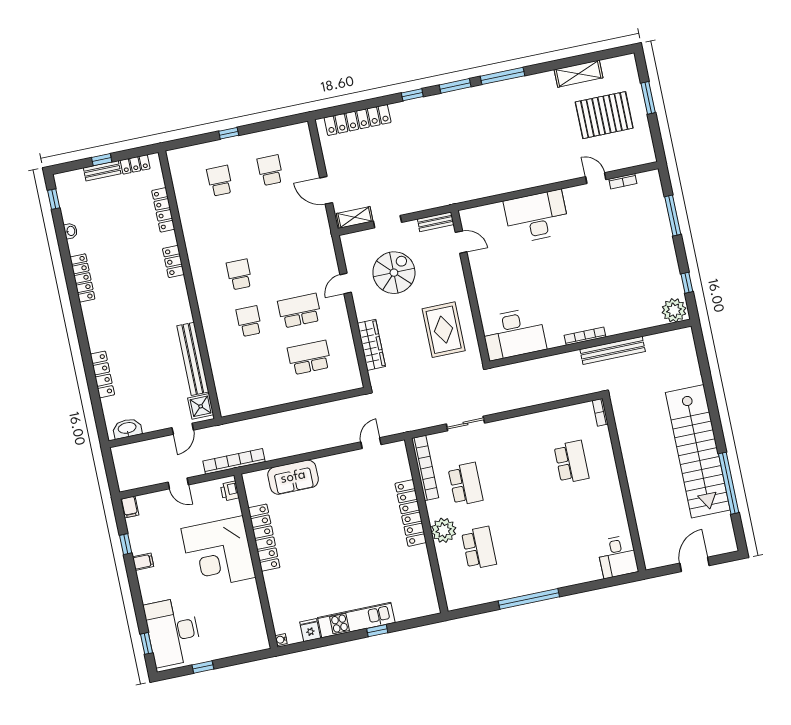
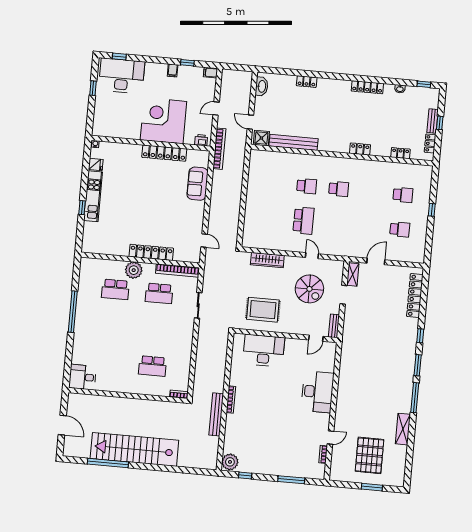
shelving: (578, 74) -> (403, 429), moved
locker: (163, 210) -> (400, 153), width x0.66
desk: (514, 334) -> (264, 351), moved, turned 90
school desk: (309, 358) -> (271, 218), removed
locker: (102, 374) -> (307, 82), width x0.66

